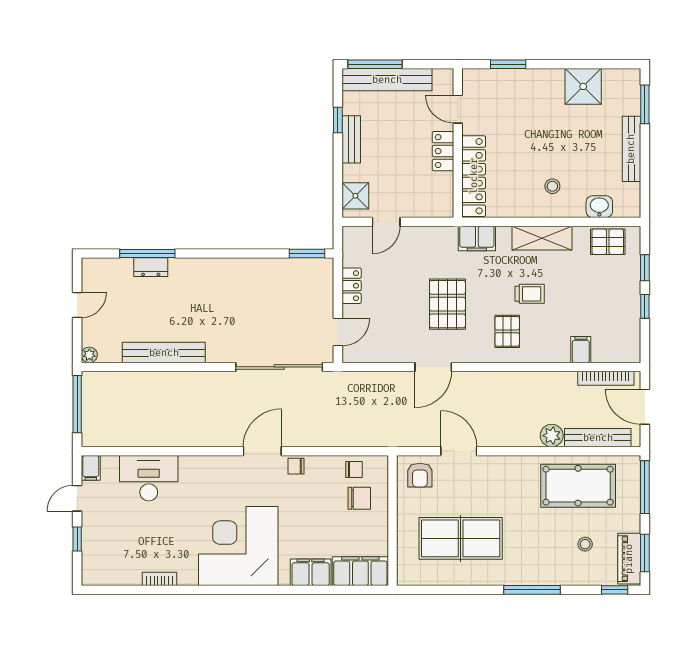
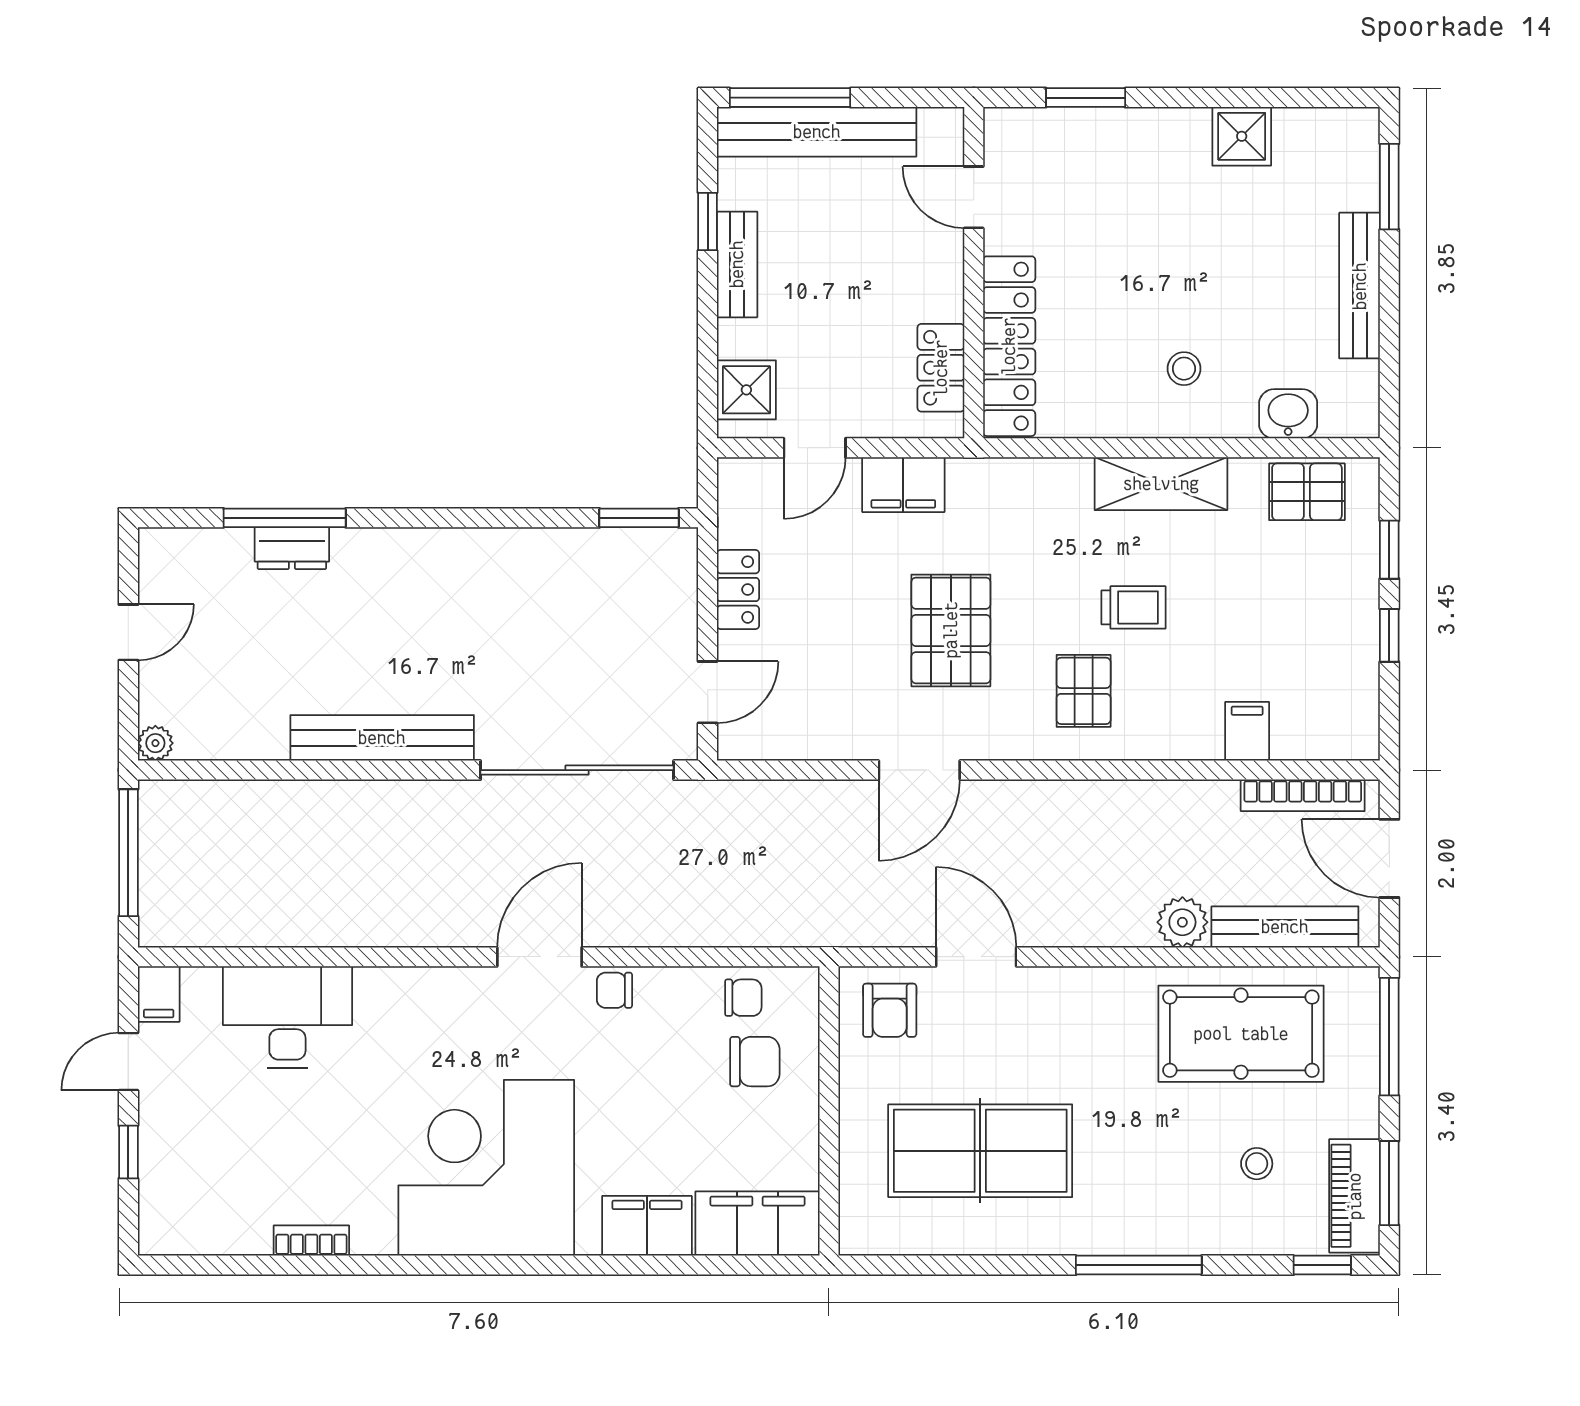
shower: (583, 86) -> (1242, 136), width x0.73, depth x0.73
locker: (443, 151) -> (941, 368), moved
filing cabinet: (477, 238) -> (903, 485), moved
bench: (164, 353) -> (382, 738), moved

